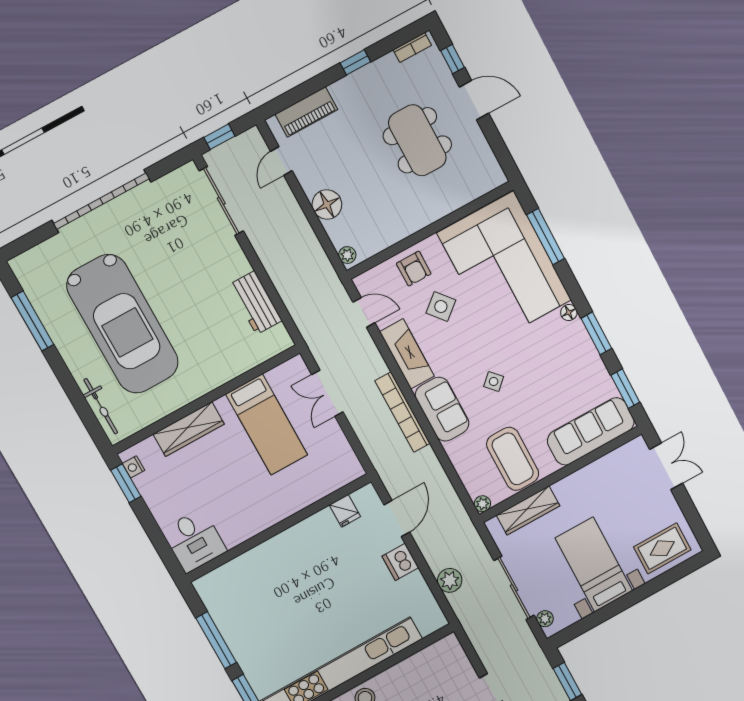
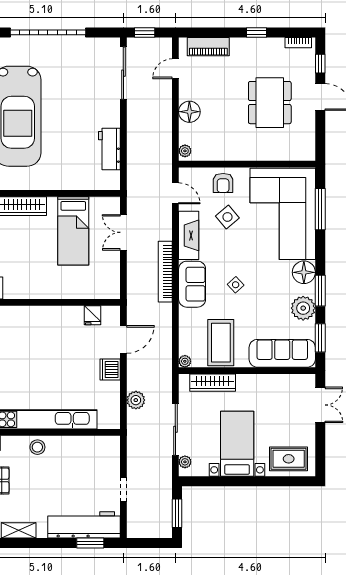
floor lamp: (569, 312) -> (304, 272), width x1.89, depth x1.89
plant: (587, 365) -> (303, 308), added

